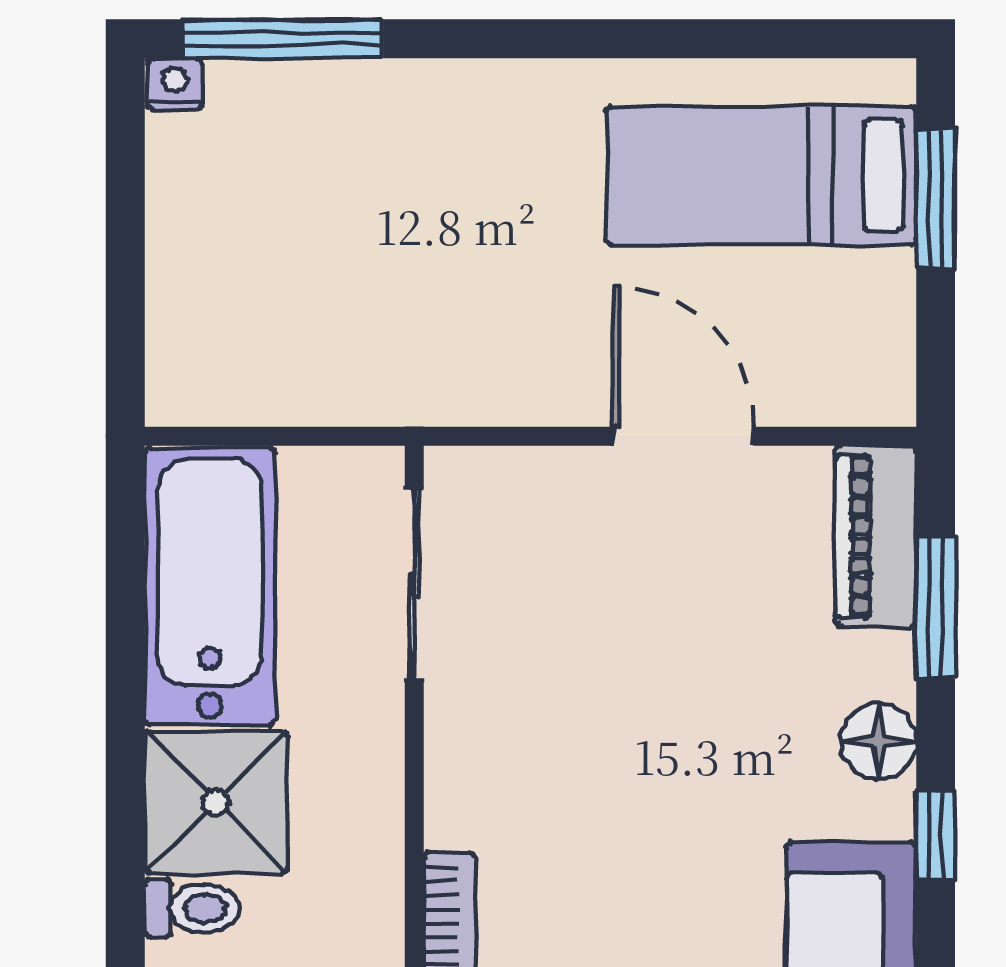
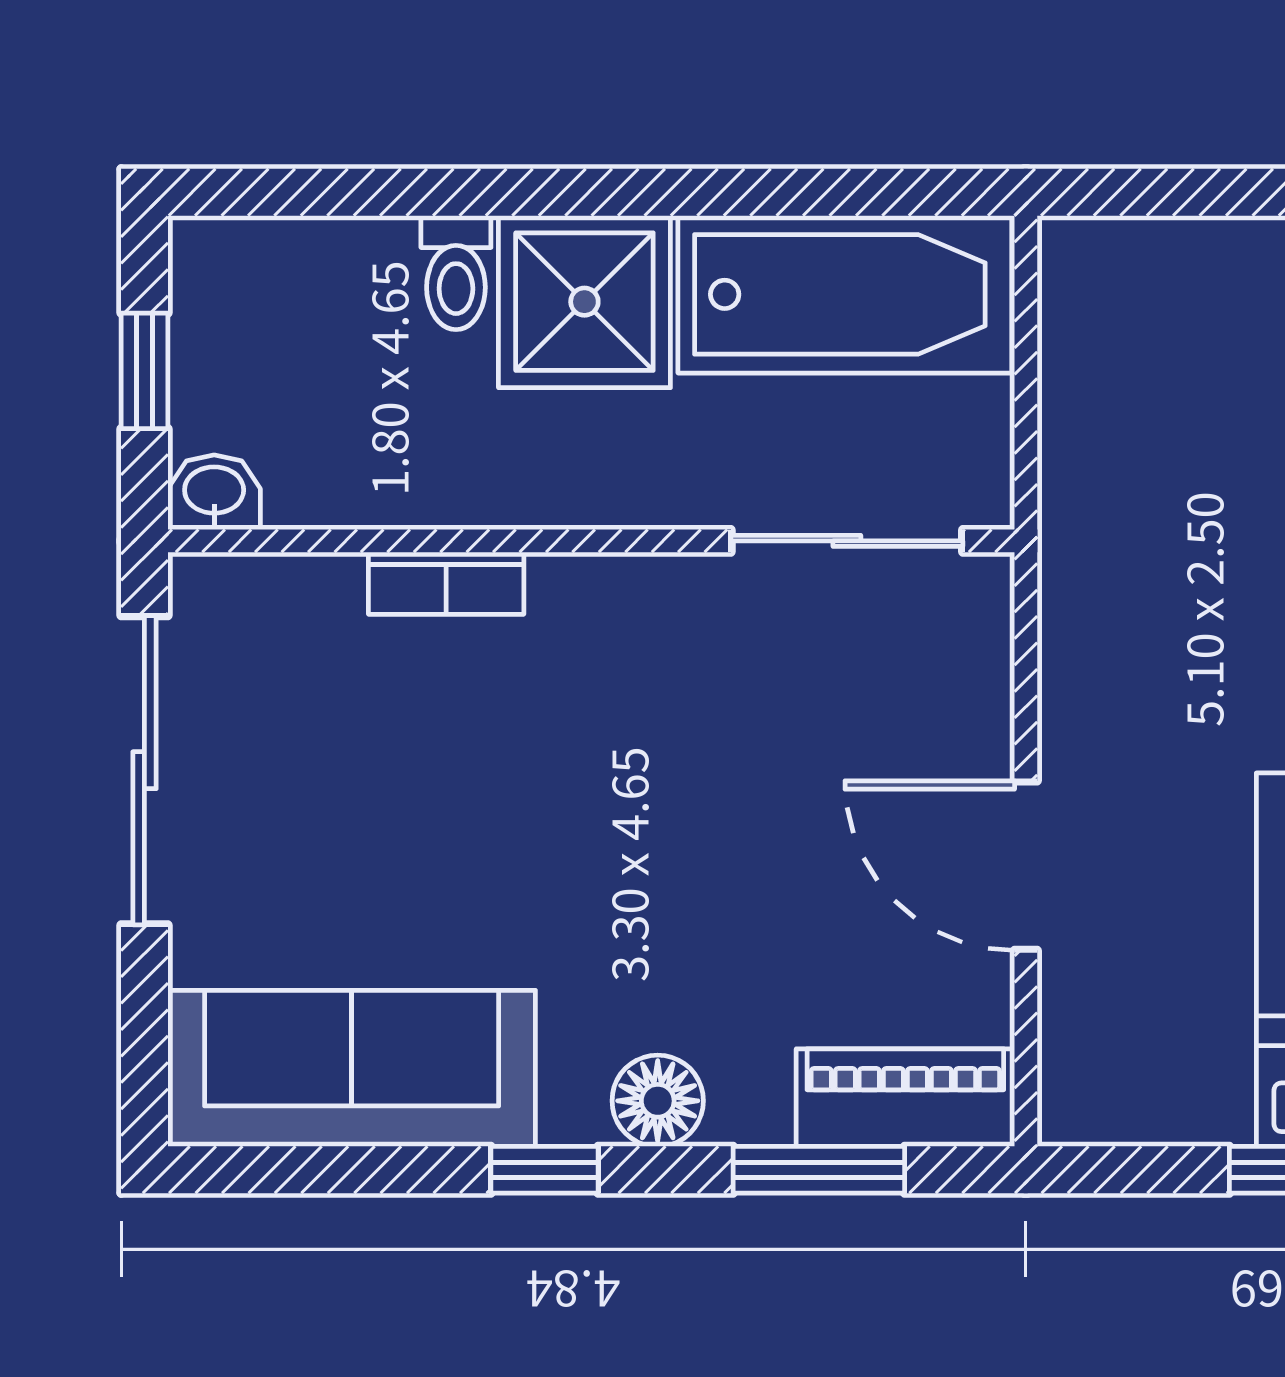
door: (683, 436) -> (1026, 866), swing flipped

